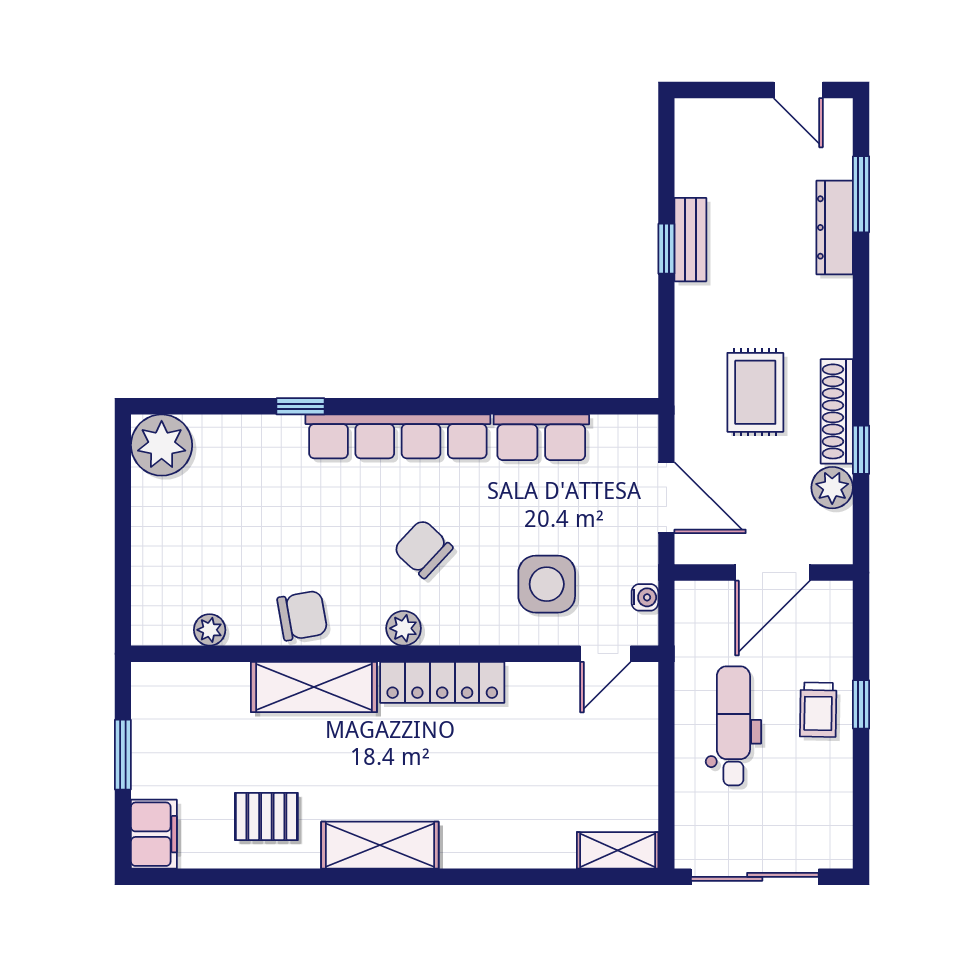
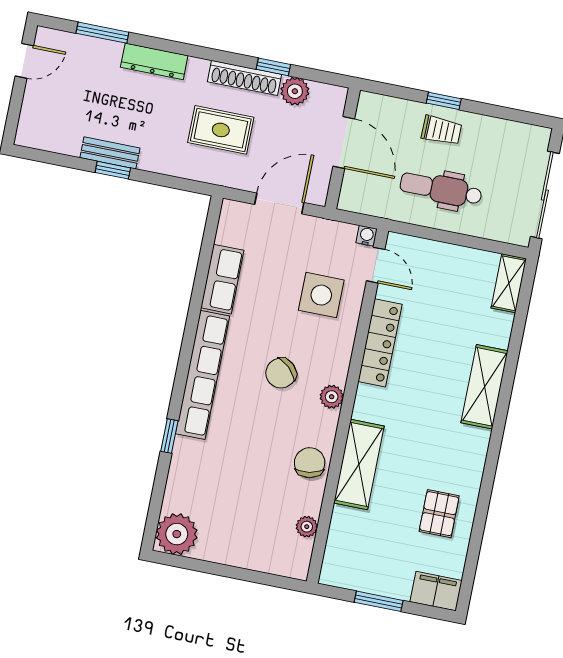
dresser: (835, 227) -> (154, 61), moved
water cooler: (645, 597) -> (367, 236), moved
locker: (442, 682) -> (380, 343), moved
shelving: (380, 845) -> (484, 387), moved

